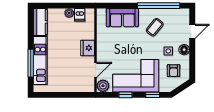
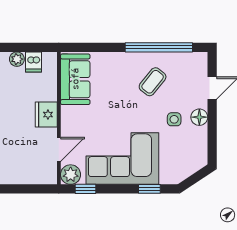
sofa: (122, 18) -> (75, 79), moved, turned -90
armchair: (174, 71) -> (183, 151), removed
window: (125, 95) -> (85, 189), moved

